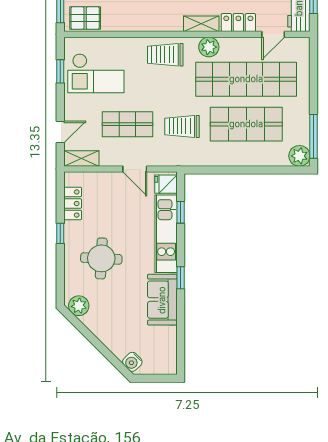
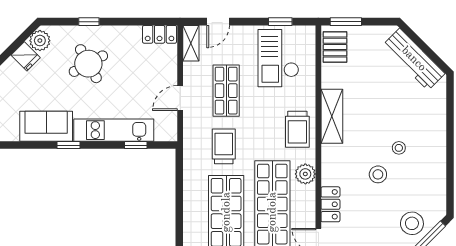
shelving: (201, 24) -> (332, 116), moved, width x1.50, depth x1.33
trolley: (165, 55) -> (297, 129), turned 180
door: (60, 132) -> (218, 22), hinge flipped
fridge: (166, 184) -> (26, 56), moved, turned 135
locker: (73, 204) -> (160, 34), moved
window: (60, 233) -> (89, 22), moved
round table: (101, 258) -> (88, 64), turned -32

